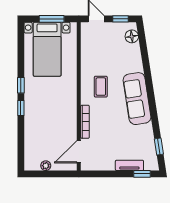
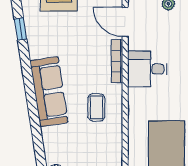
desk: (62, 116) -> (147, 69), added
door: (79, 152) -> (125, 22), swing flipped

